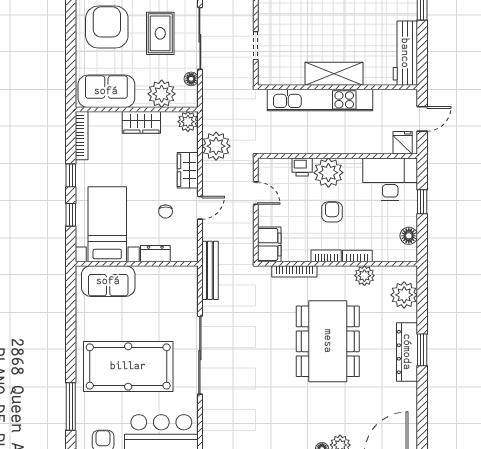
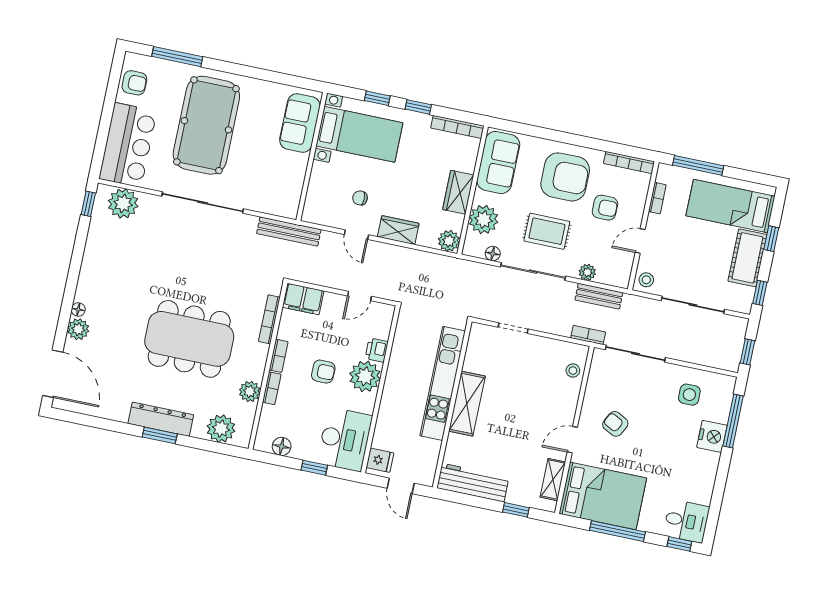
plant: (216, 146) -> (123, 203), moved
dresser: (155, 254) -> (318, 178), removed

